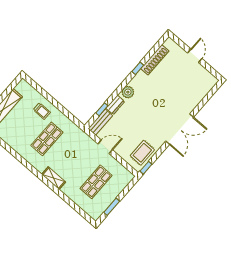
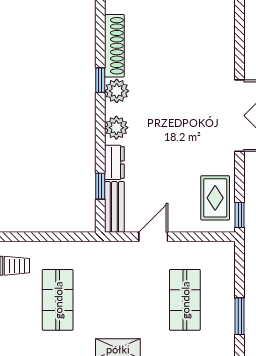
plant: (140, 78) -> (117, 91), added

